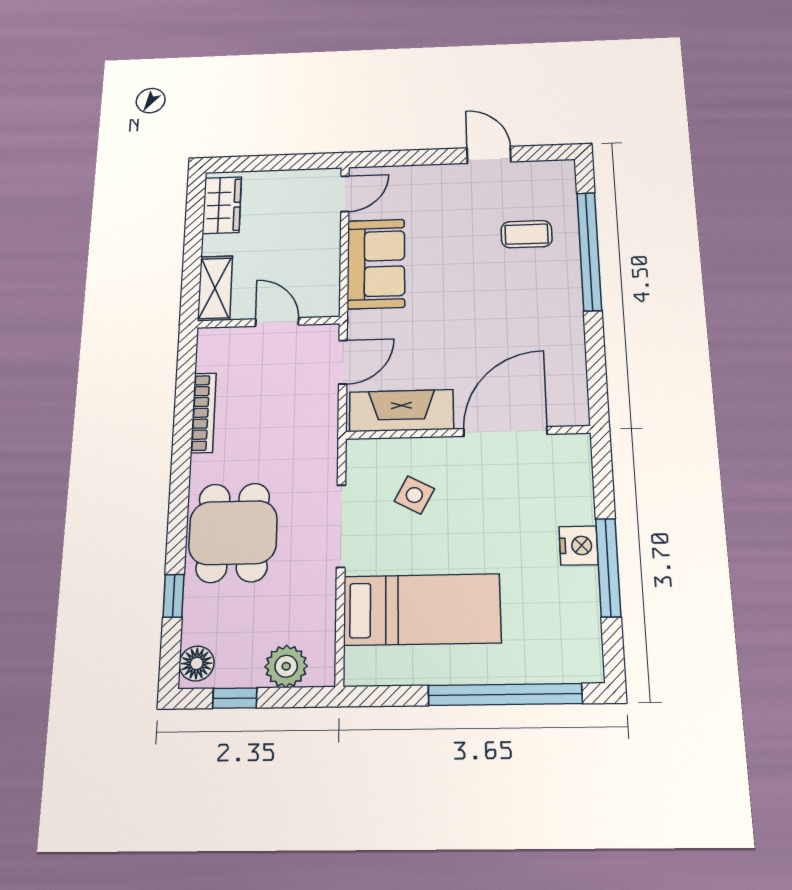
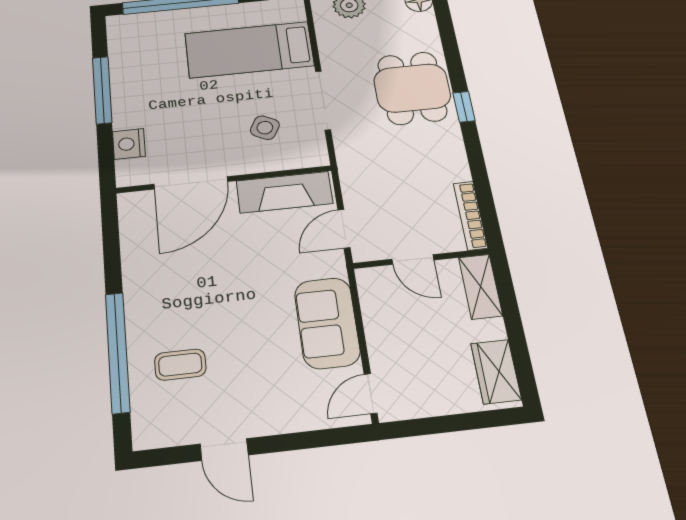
bookcase: (203, 413) -> (470, 216), moved
nightstand: (579, 546) -> (129, 144), moved
window: (174, 596) -> (464, 107), moved

